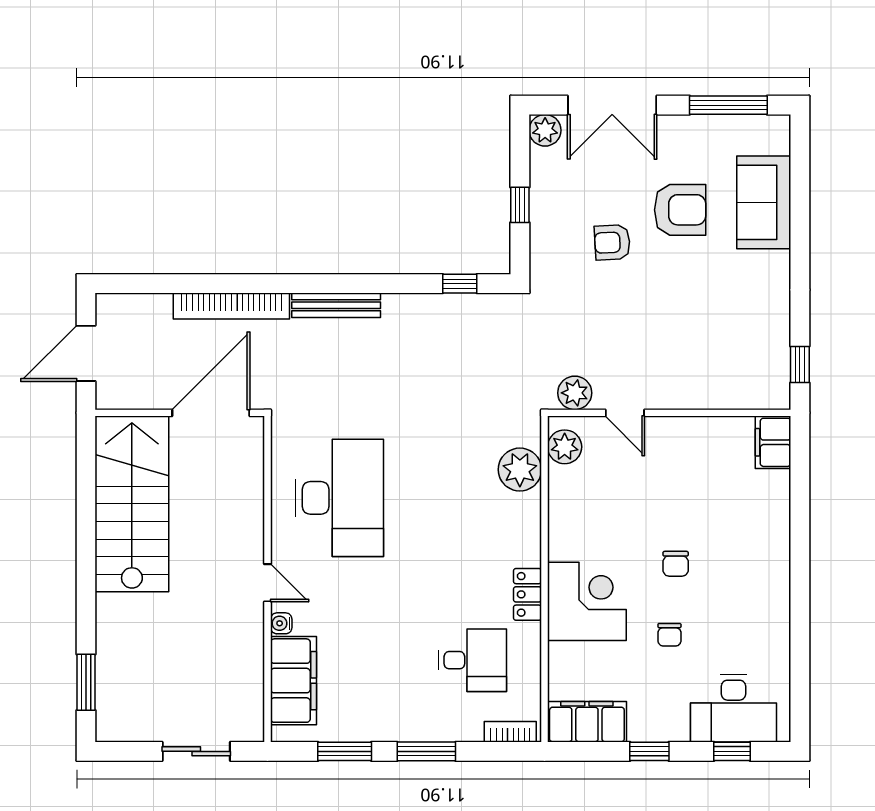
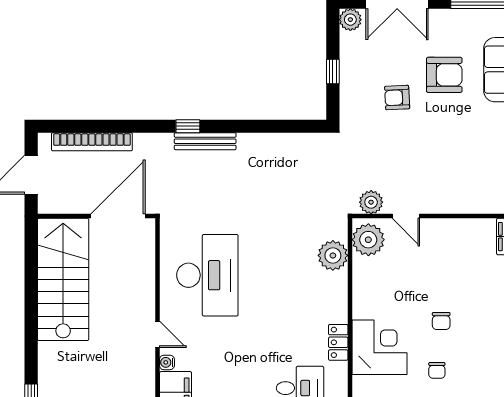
window: (460, 284) -> (188, 126), moved
bookcase: (231, 306) -> (92, 142), moved
plant: (565, 447) -> (368, 240), width x1.36, depth x1.36

